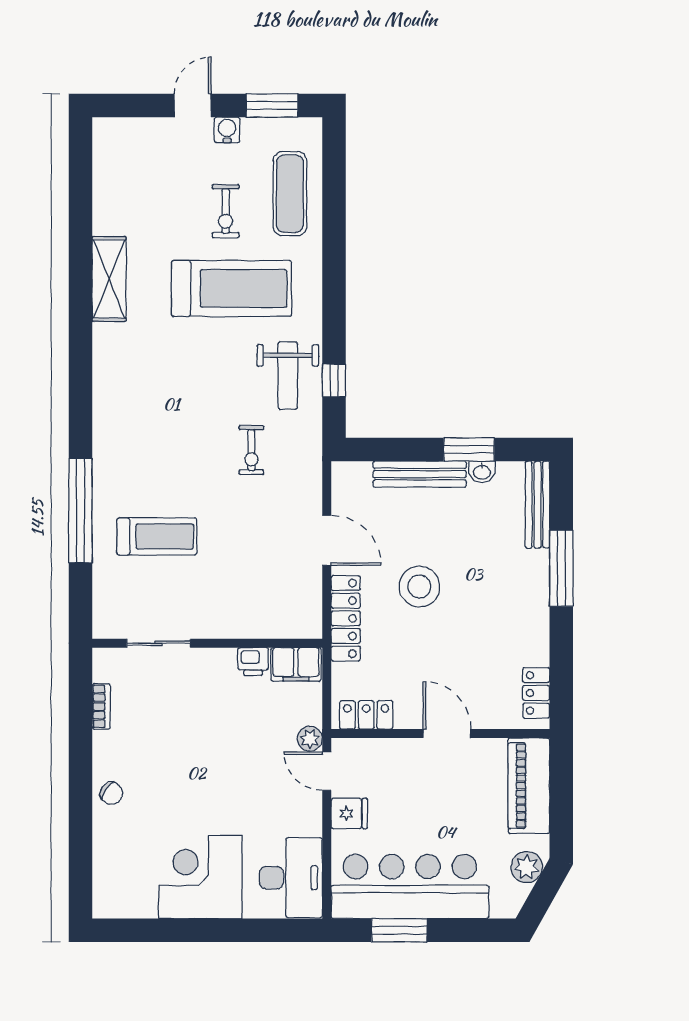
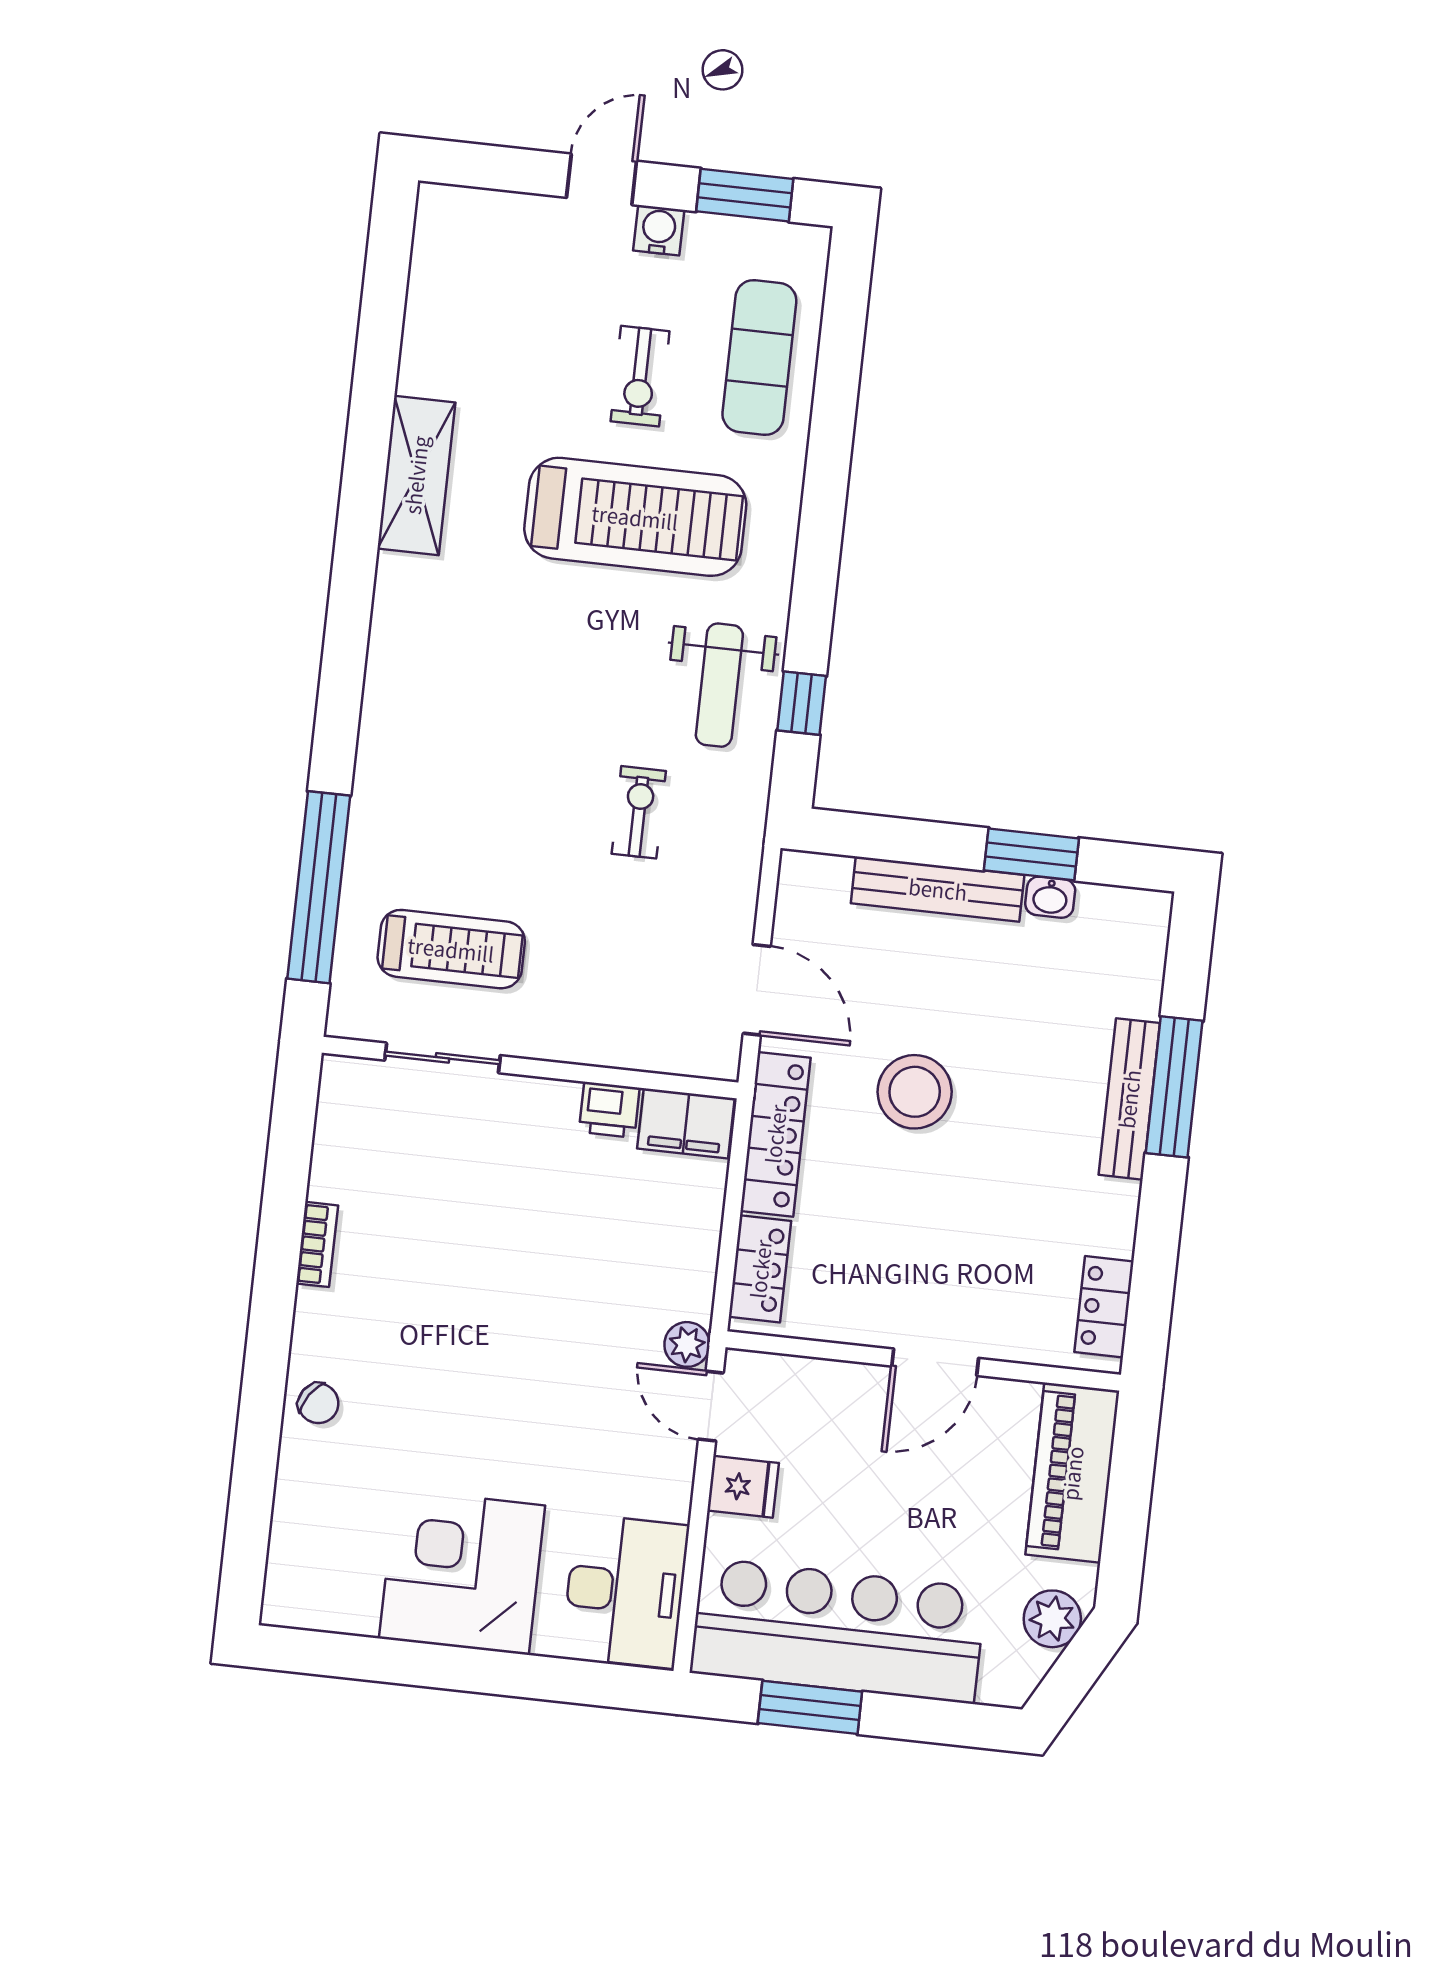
exercise bike: (251, 450) -> (639, 812), turned 180
bench: (537, 505) -> (1129, 1099), moved
sliding door: (159, 643) -> (442, 1058), moved
wall: (207, 643) -> (530, 1068), moved
printer: (253, 662) -> (609, 1110), moved
filing cabinet: (296, 664) -> (686, 1123), moved
locker: (366, 715) -> (760, 1269), moved, turned 90
door: (447, 734) -> (935, 1362), swing flipped

